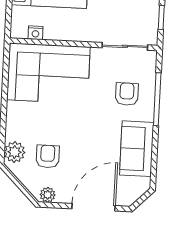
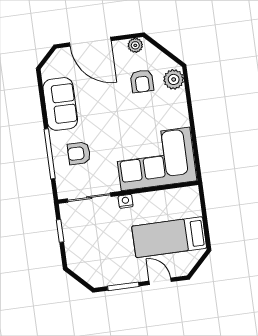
nightstand: (35, 33) -> (126, 201), moved
armchair: (127, 94) -> (79, 153), turned 90
door: (93, 207) -> (90, 42), hinge flipped

